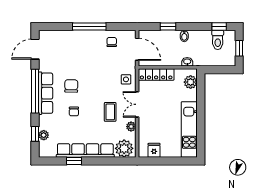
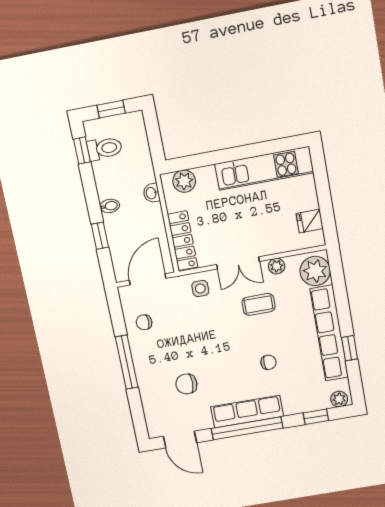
chair: (71, 86) -> (186, 384), moved
plant: (44, 135) -> (339, 399), moved

